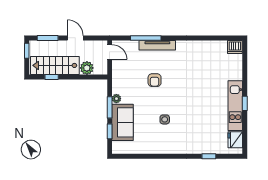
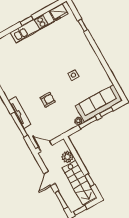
door: (110, 52) -> (45, 146), hinge flipped
sofa: (123, 122) -> (99, 103), width x1.36

